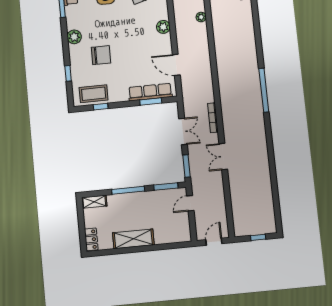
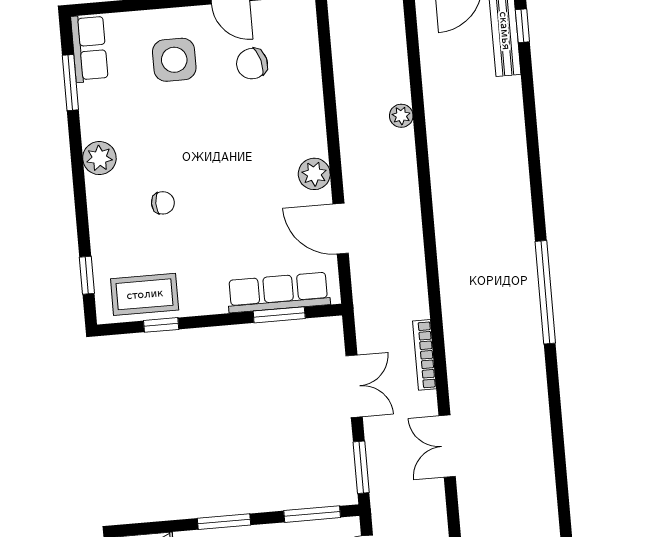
plant: (163, 27) -> (314, 174), moved
chair: (101, 55) -> (163, 203), width x0.54, depth x0.54
window: (68, 73) -> (87, 275), moved
window: (128, 190) -> (224, 522), width x0.69

